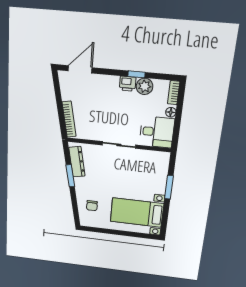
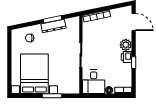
plant: (145, 86) -> (126, 45), moved
dresser: (77, 162) -> (53, 26), moved
bed with nightstands: (137, 213) -> (34, 74), width x1.36

